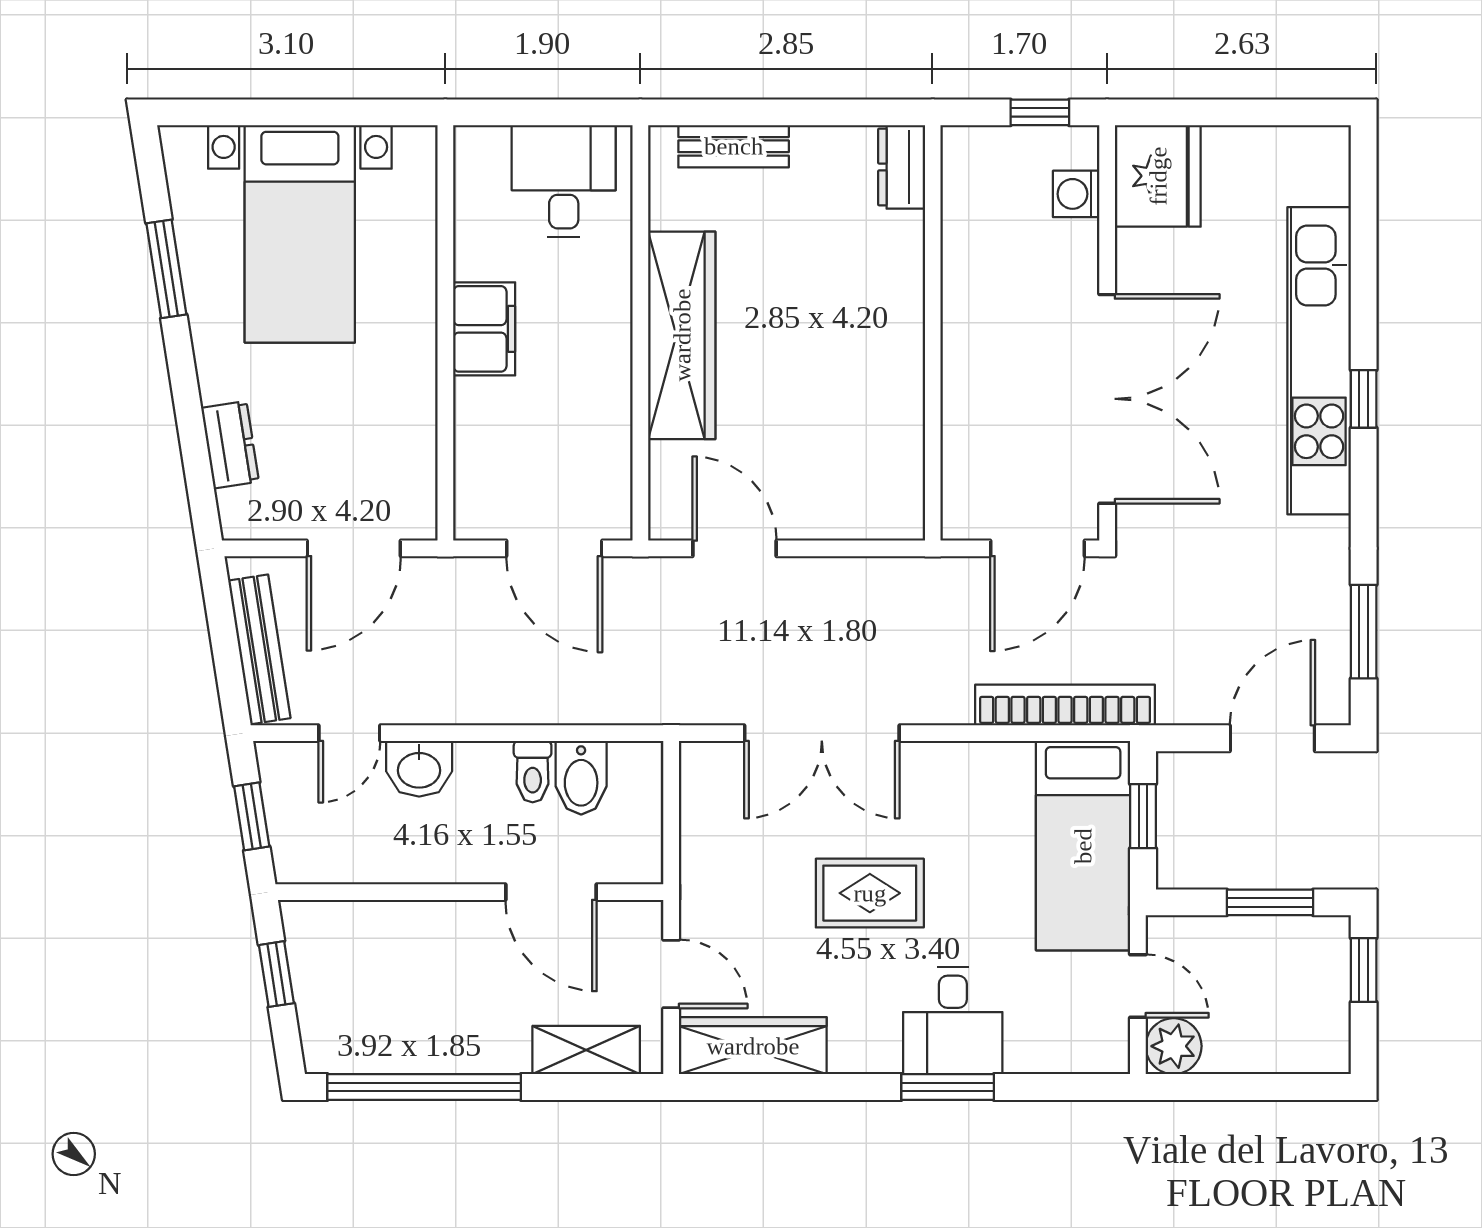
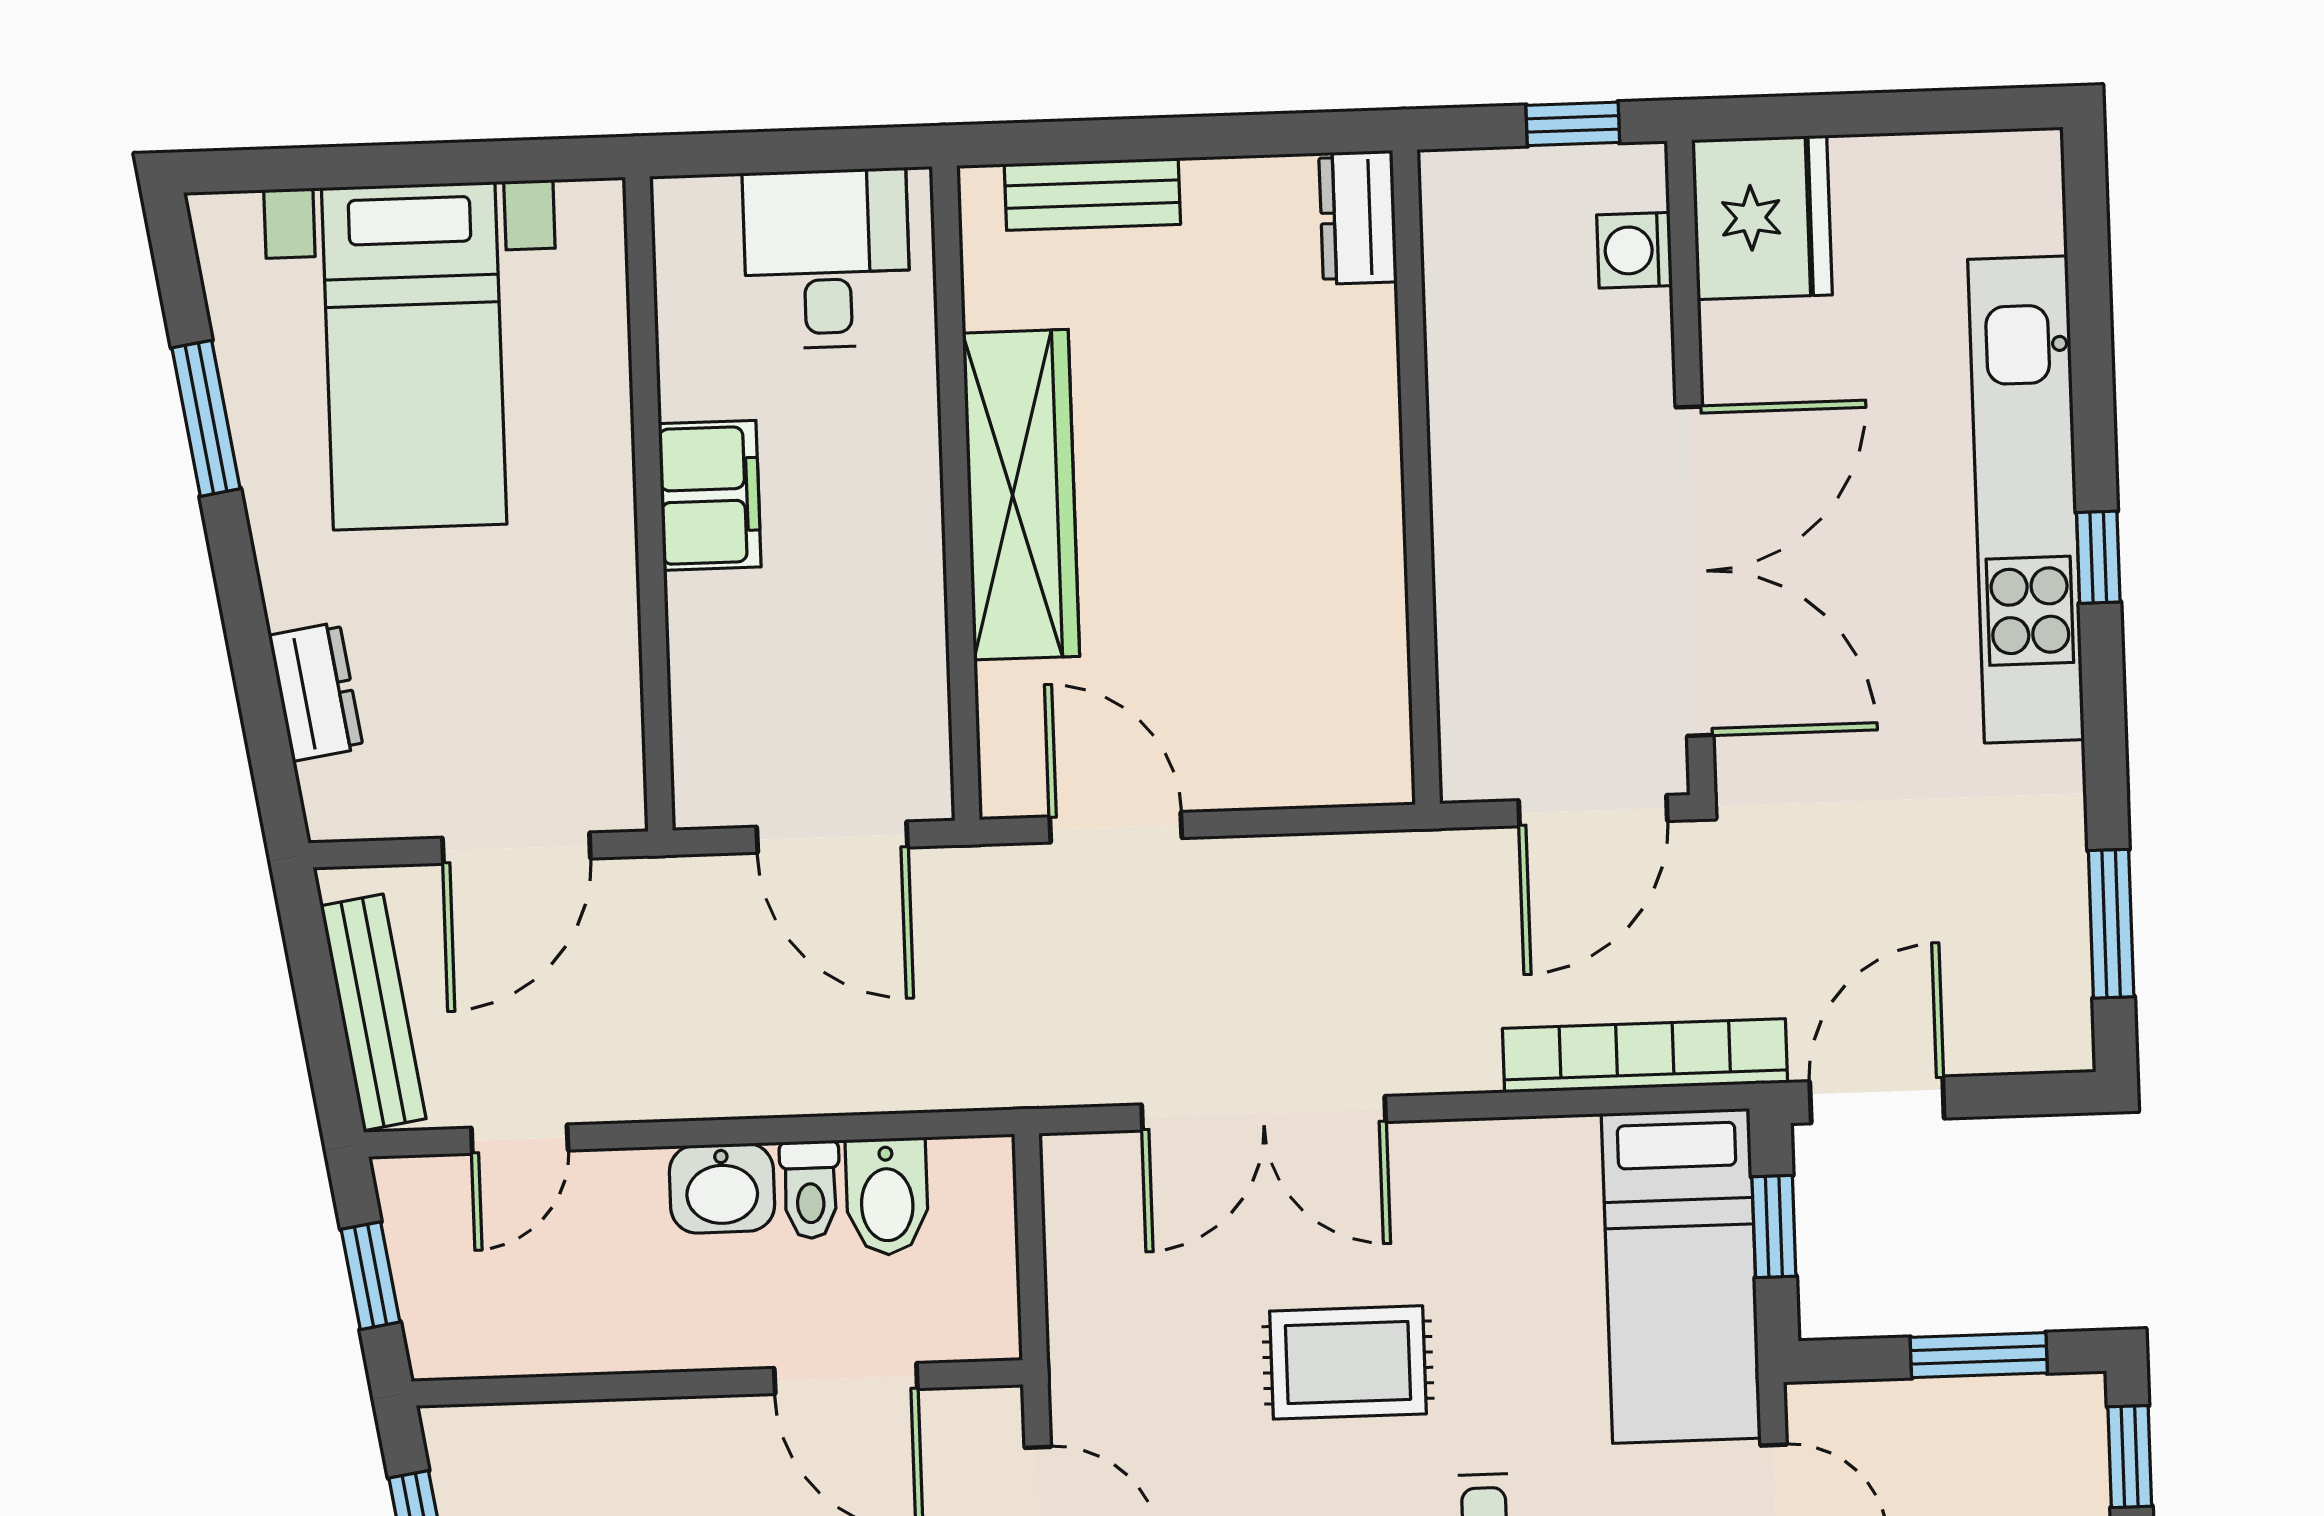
door: (1272, 738) -> (1877, 1100), moved
washbasin: (419, 769) -> (722, 1188), moved

